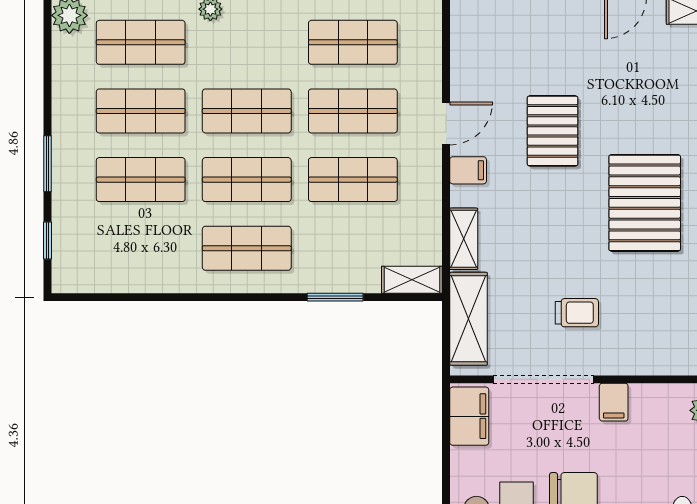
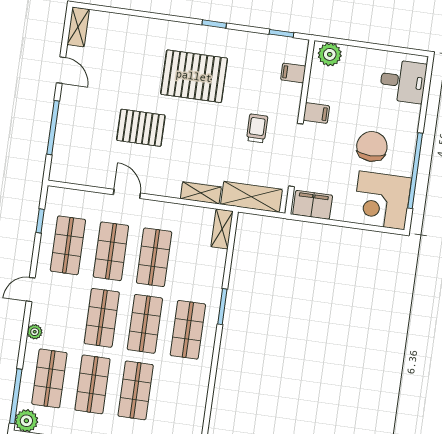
filing cabinet: (468, 170) -> (293, 73), moved, turned -90
window: (335, 297) -> (222, 307), moved

